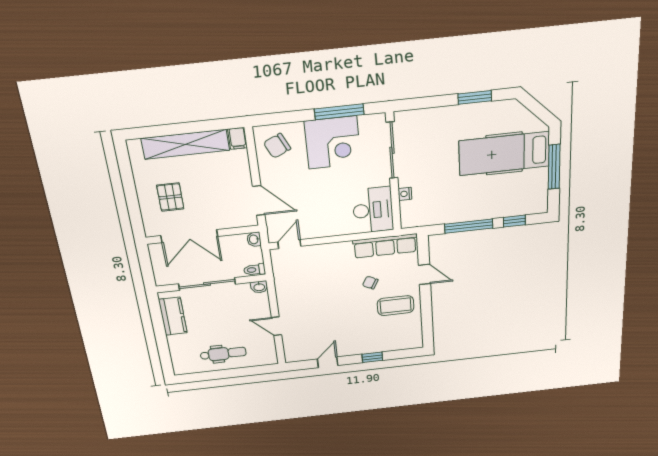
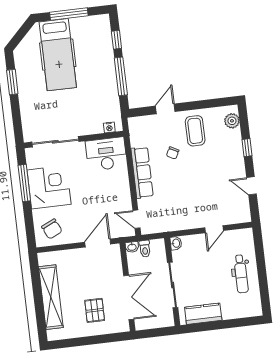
filing cabinet: (238, 138) -> (46, 258), removed
nightstand: (405, 194) -> (109, 127), moved
pallet: (170, 197) -> (95, 310), turned 90
row of seats: (385, 246) -> (142, 173), moved
toilet: (254, 270) -> (145, 249), moved
plant: (405, 342) -> (232, 121), added
dental chair: (223, 354) -> (241, 274), turned 180

